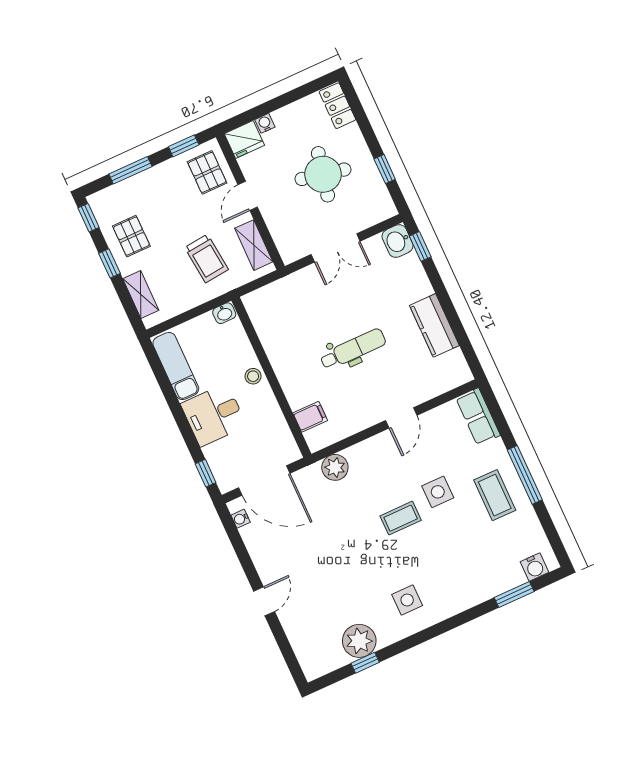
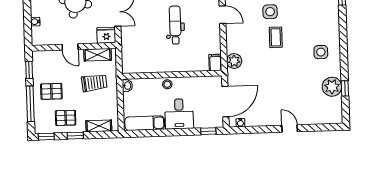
fridge: (244, 139) -> (106, 35), moved, turned -90
window: (130, 170) -> (30, 104), width x1.44
pallet: (207, 172) -> (51, 91), moved
filing cabinet: (310, 417) -> (215, 62), moved

